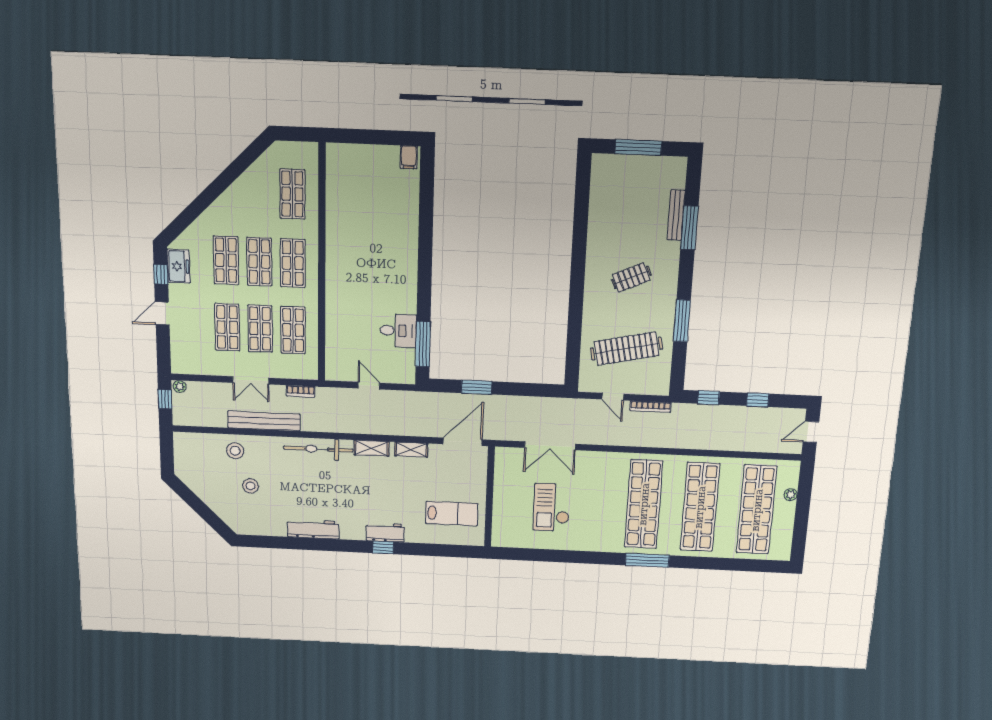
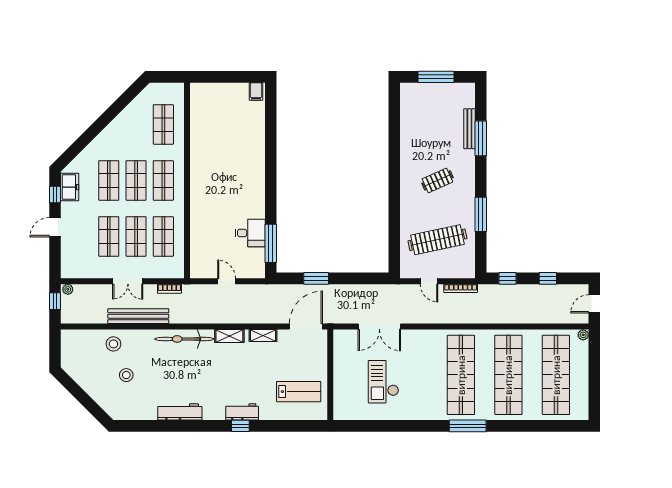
plant: (791, 495) -> (583, 335), moved

